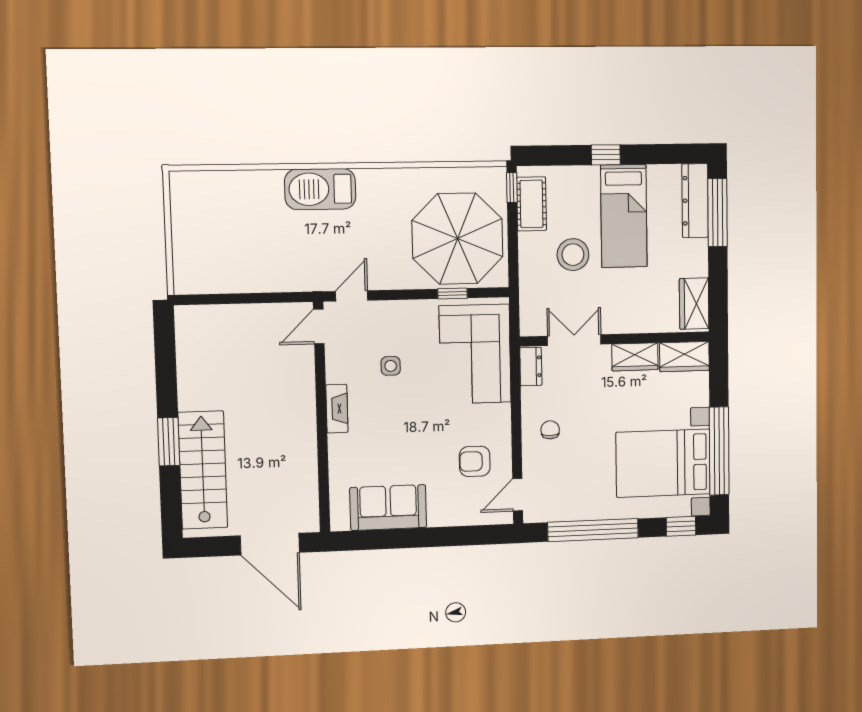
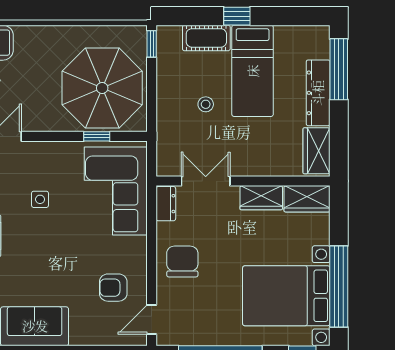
dresser: (695, 201) -> (318, 93), moved
cot: (532, 204) -> (206, 38), moved, turned 90
stool: (573, 255) -> (206, 104), width x0.53, depth x0.53
chair: (550, 430) -> (182, 261), width x1.87, depth x1.87

